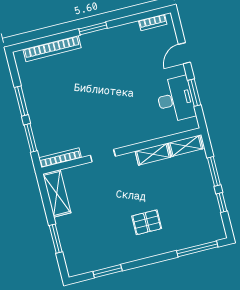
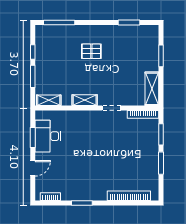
window: (93, 29) -> (82, 203), moved
shelving: (153, 154) -> (85, 100), moved

